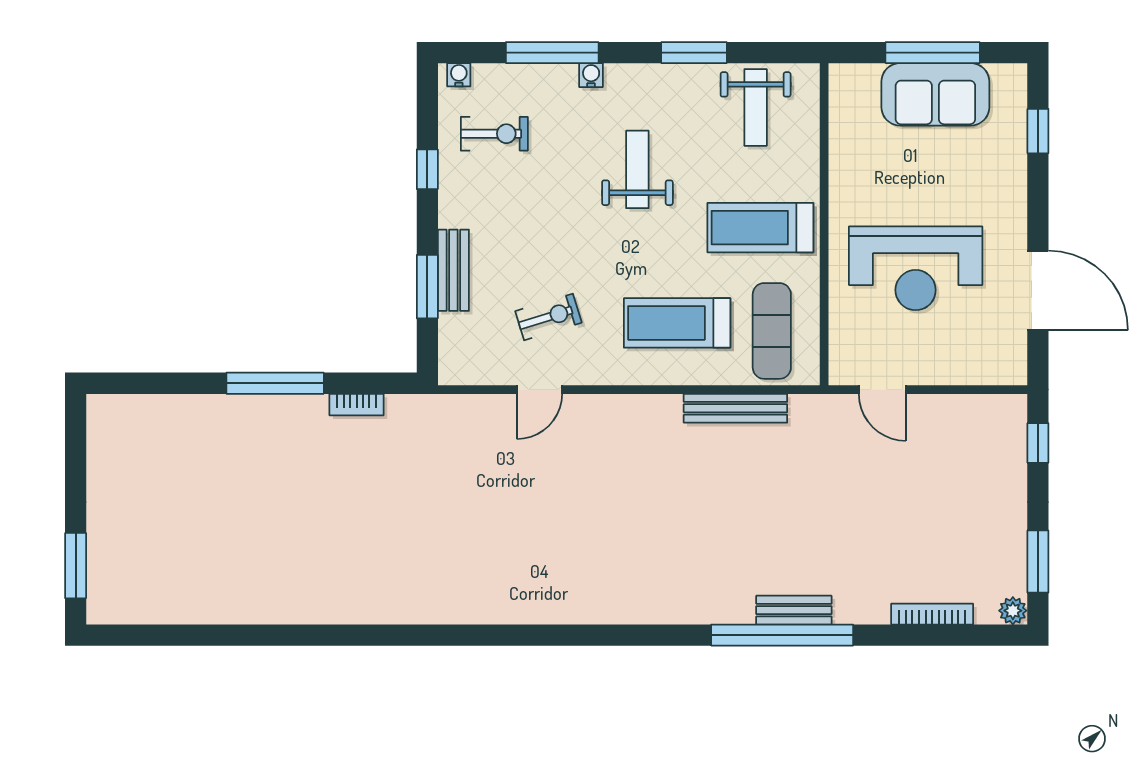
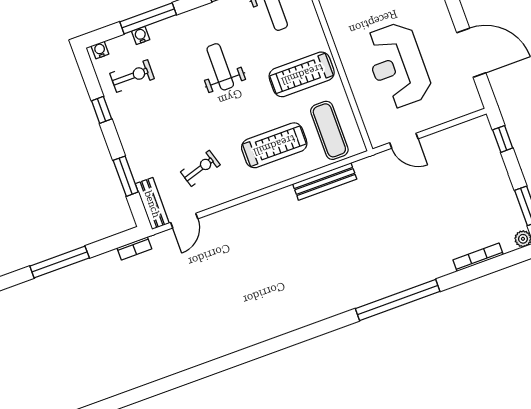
water cooler: (591, 75) -> (141, 35), moved
reception desk: (916, 268) -> (398, 65), turned 90
bench: (453, 270) -> (152, 204), moved
treadmill: (677, 323) -> (274, 145), turned 180
door: (539, 390) -> (184, 221), moved
bookcase: (357, 405) -> (134, 248), moved
bench: (794, 610) -> (399, 283), removed

